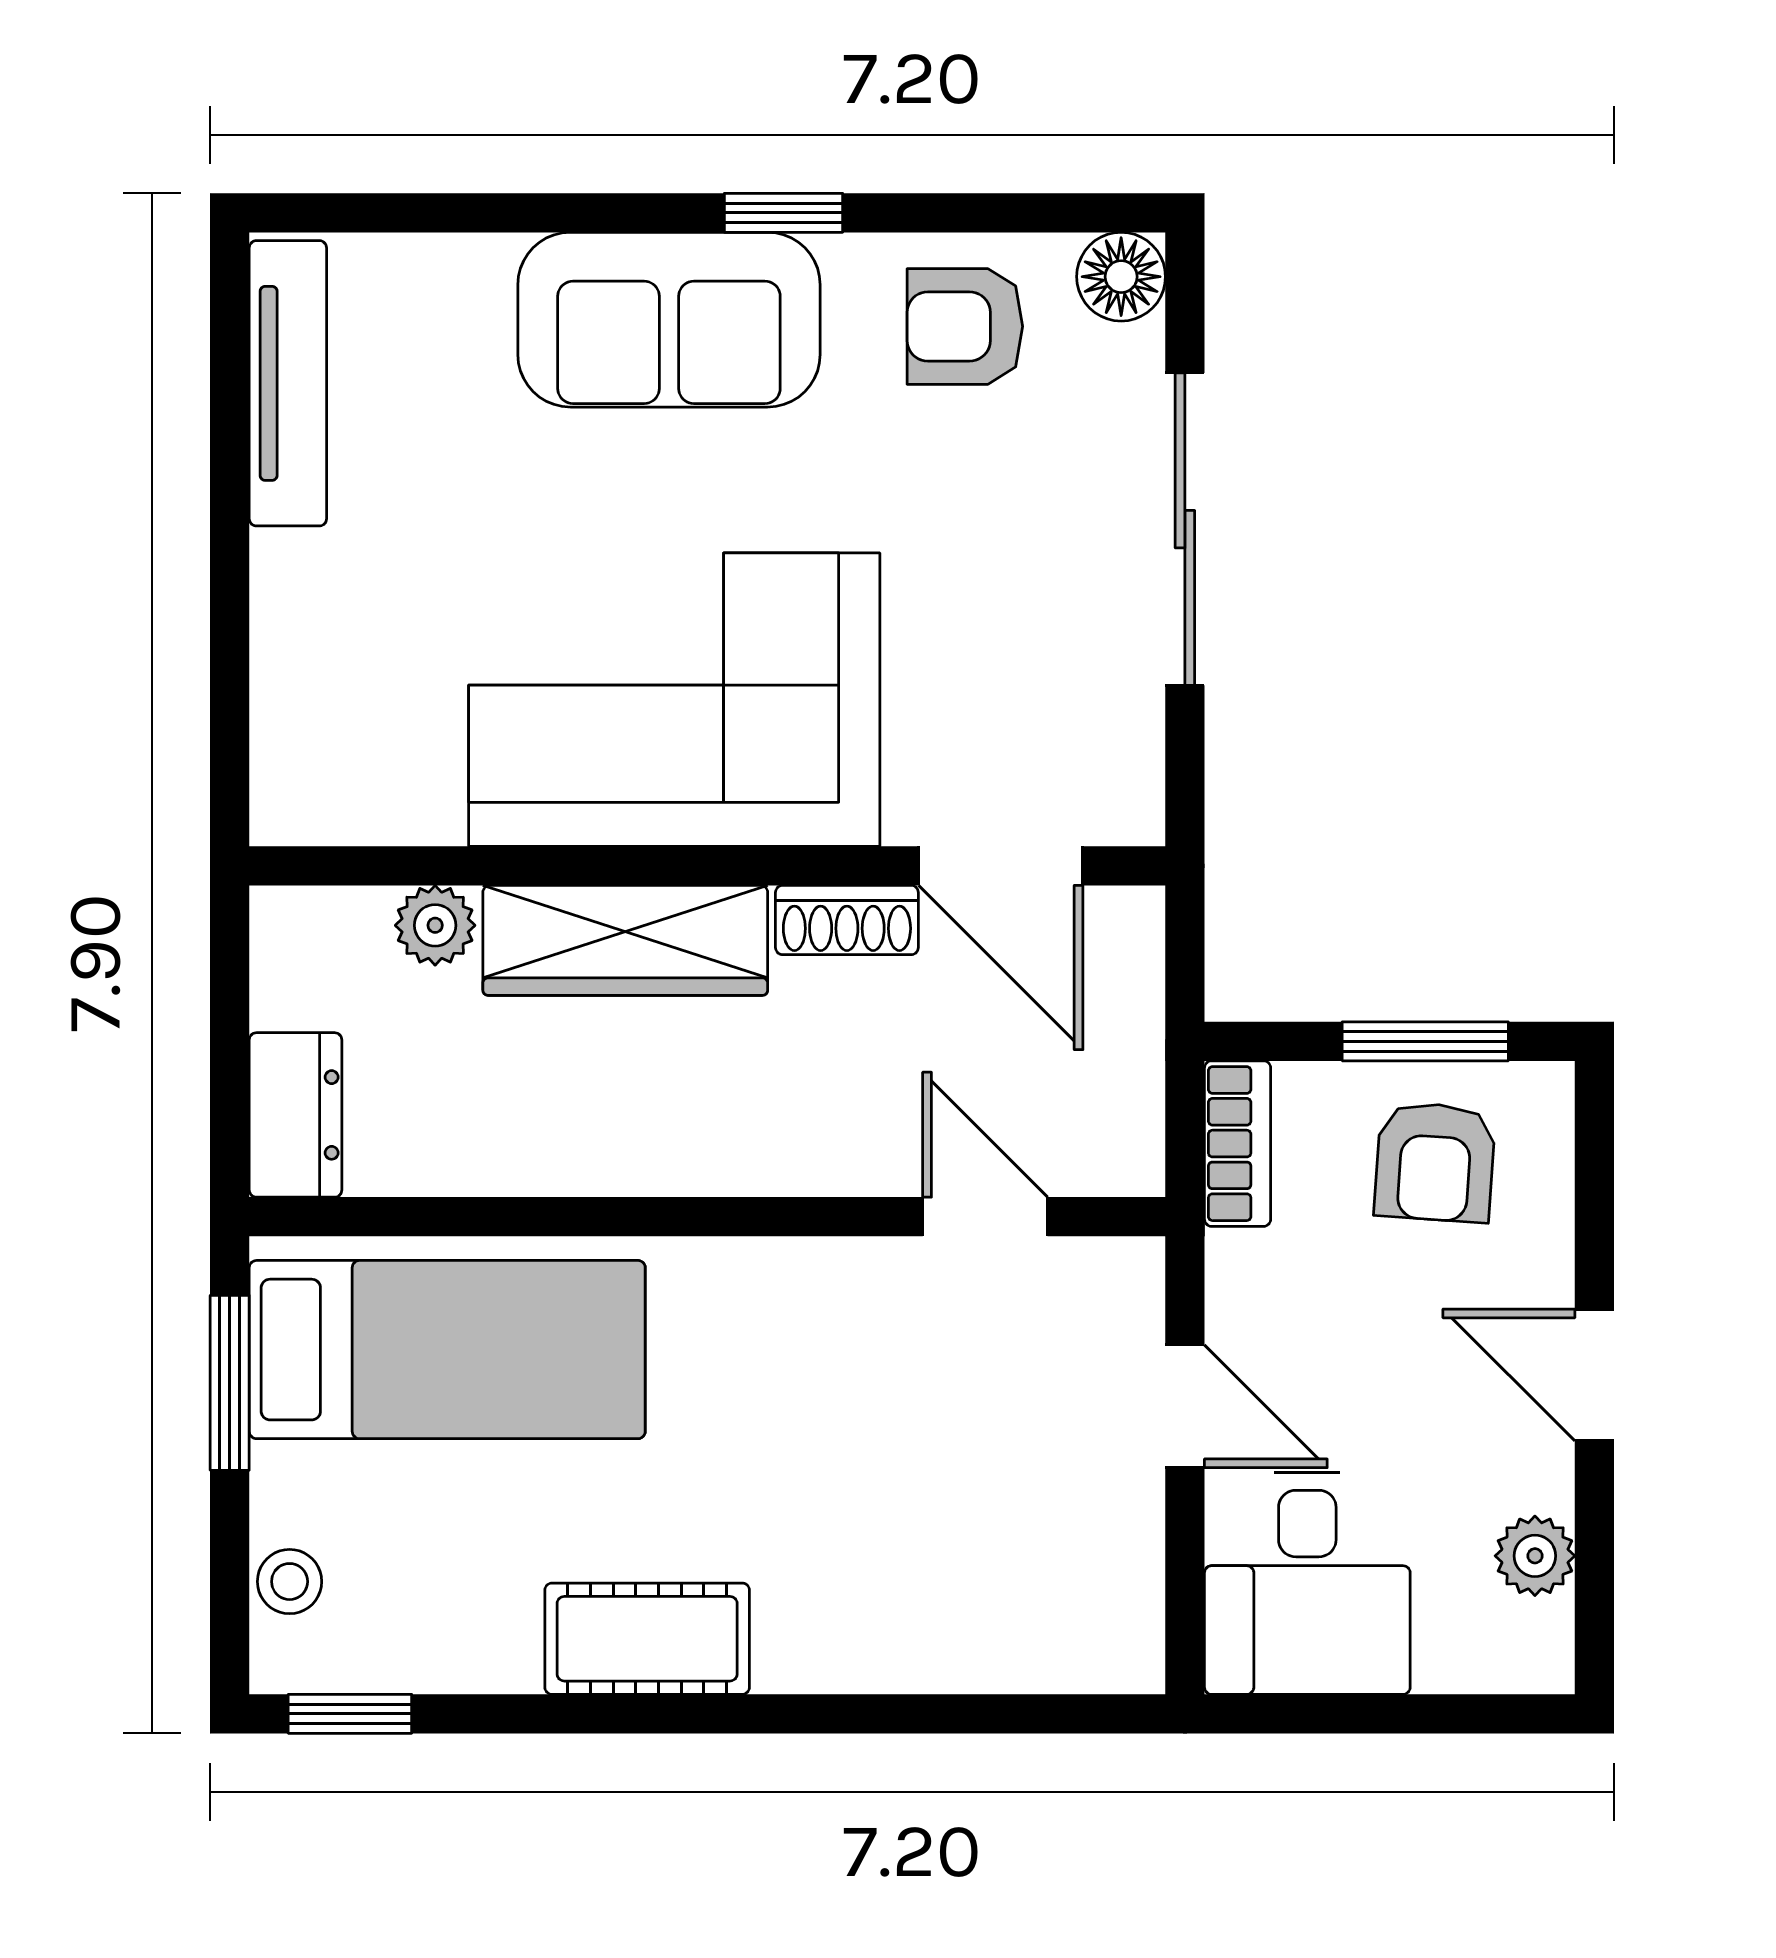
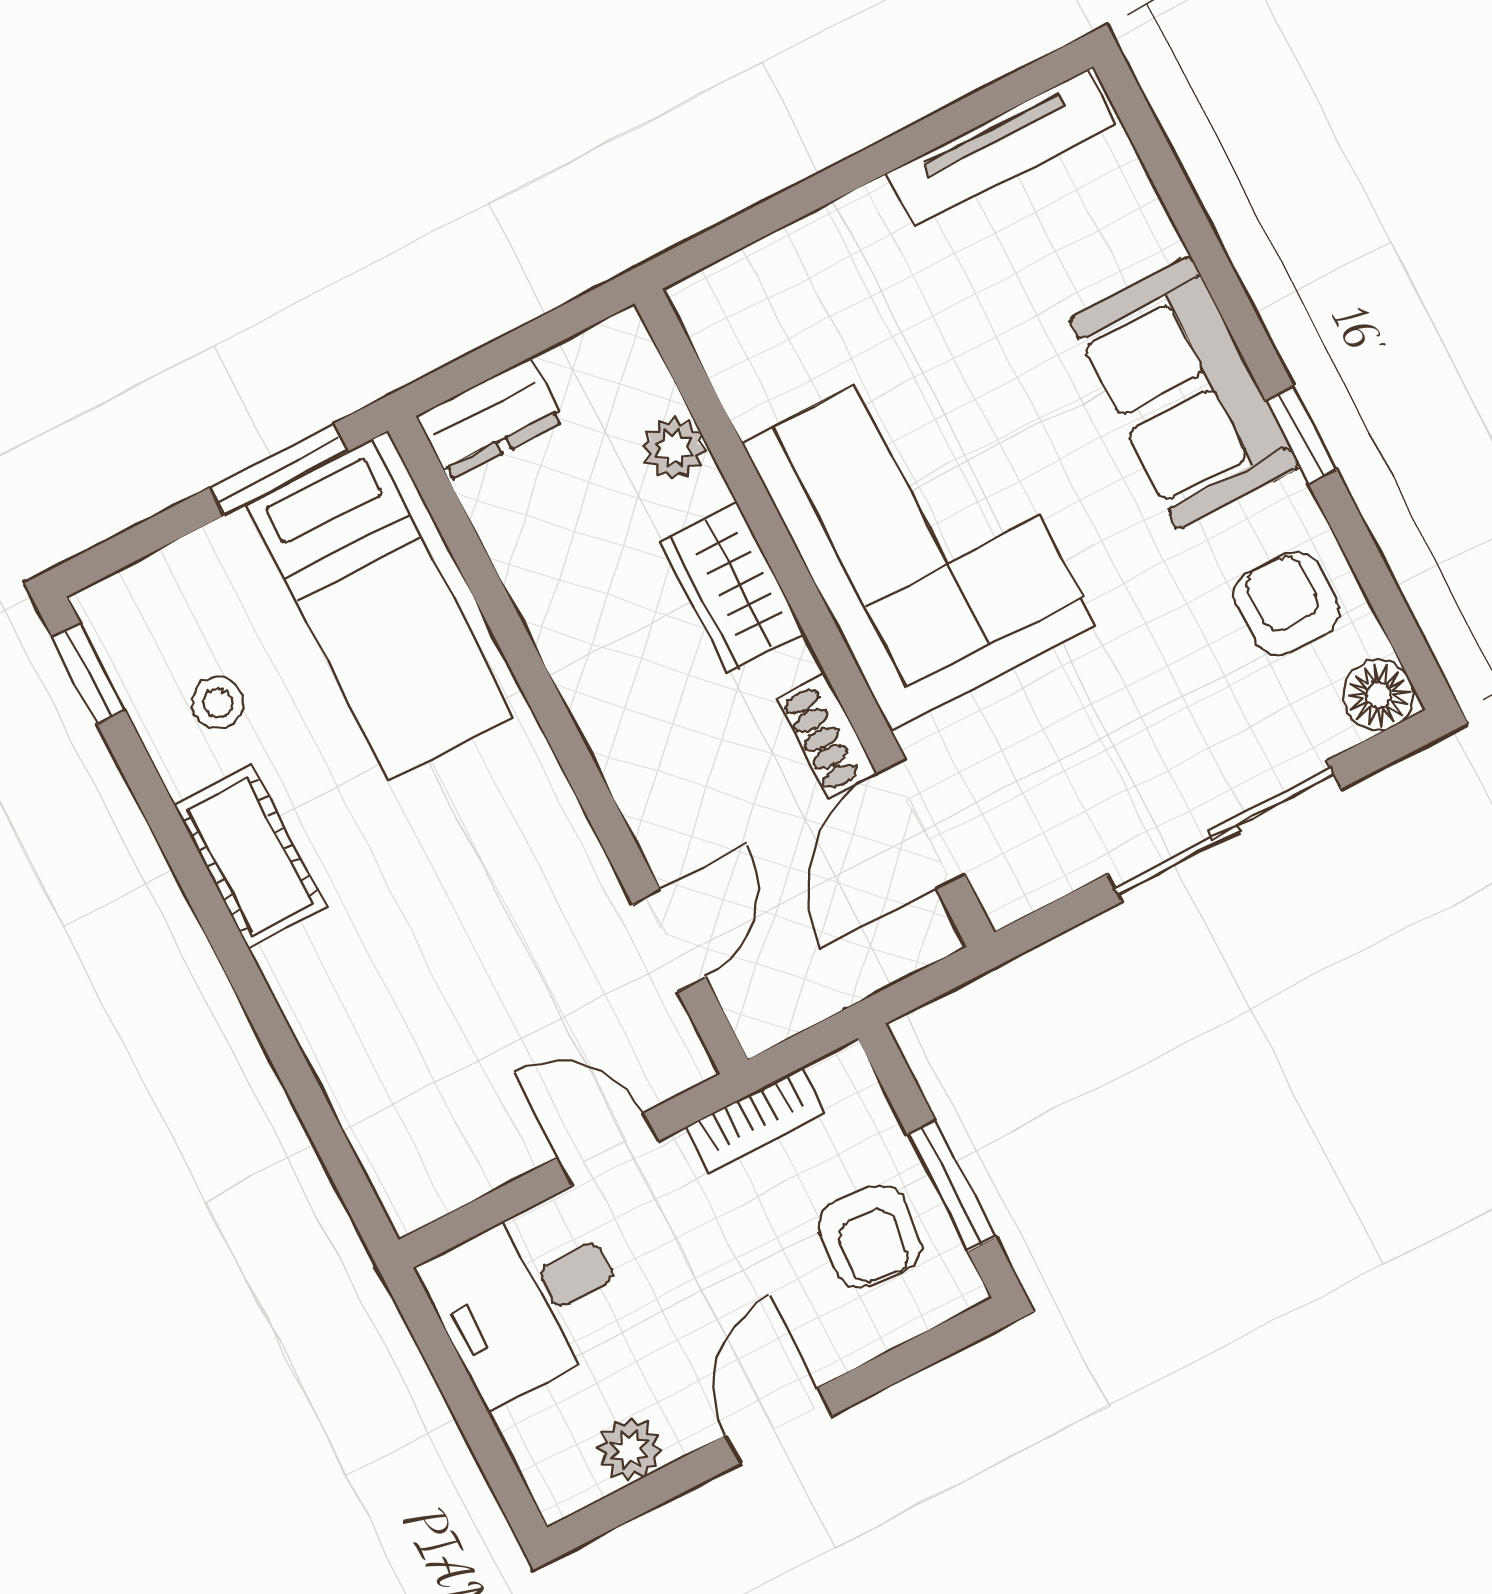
wardrobe: (625, 940) -> (732, 587), width x0.67
bookcase: (1238, 1144) -> (755, 1120), moved
armchair: (1435, 1162) -> (870, 1236), turned -88
door: (1185, 1406) -> (608, 1149), swing flipped
stool: (290, 1582) -> (218, 703), moved

